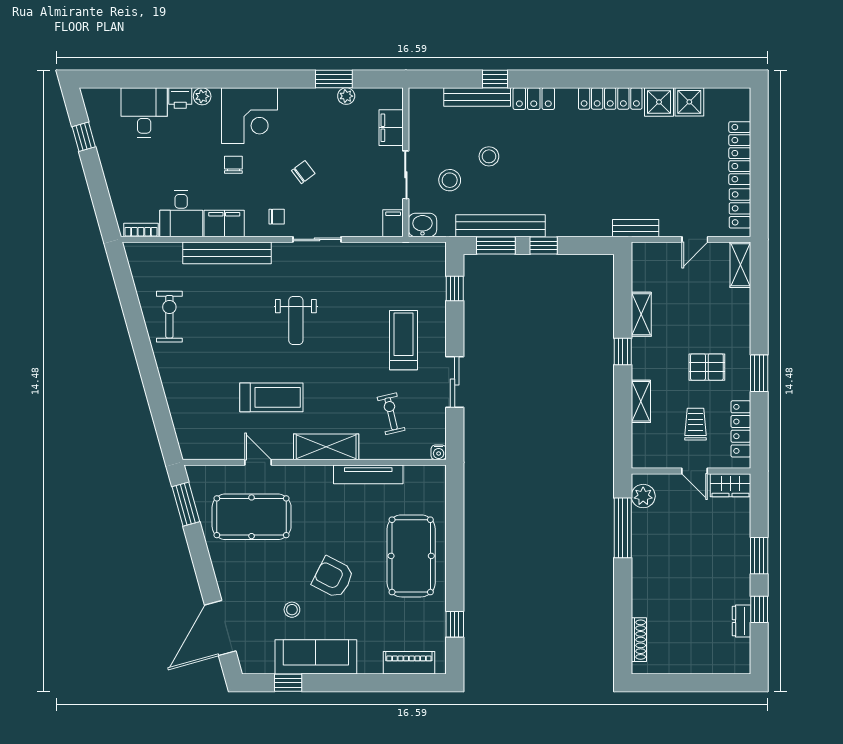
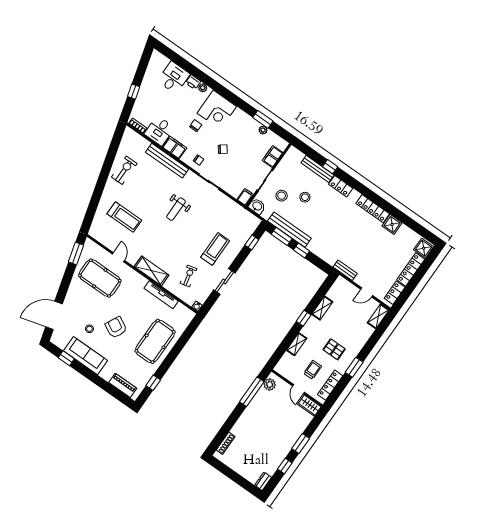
shower: (689, 102) -> (424, 248), moved
window: (84, 137) -> (134, 92), moved
treadmill: (271, 397) -> (124, 217), moved
dresser: (741, 621) -> (263, 481), moved

